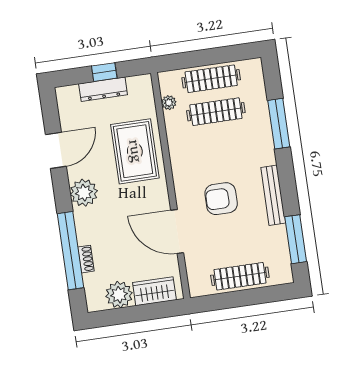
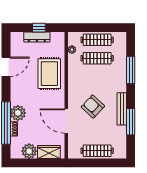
plant: (84, 193) -> (18, 113), moved
armchair: (221, 199) -> (93, 107), turned 43
window: (296, 239) -> (131, 122), moved

